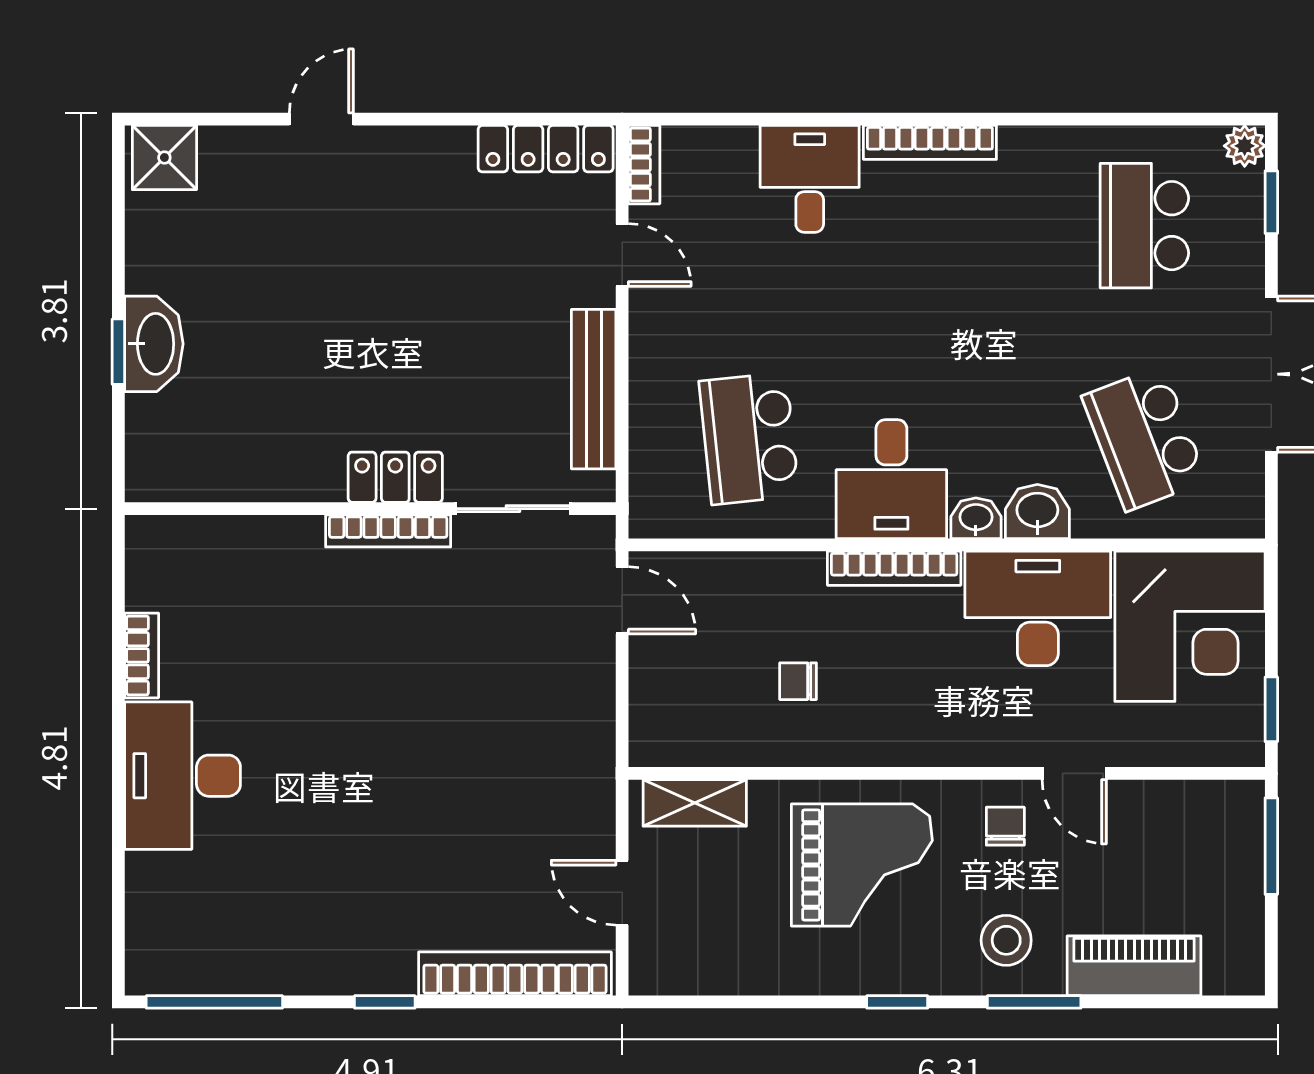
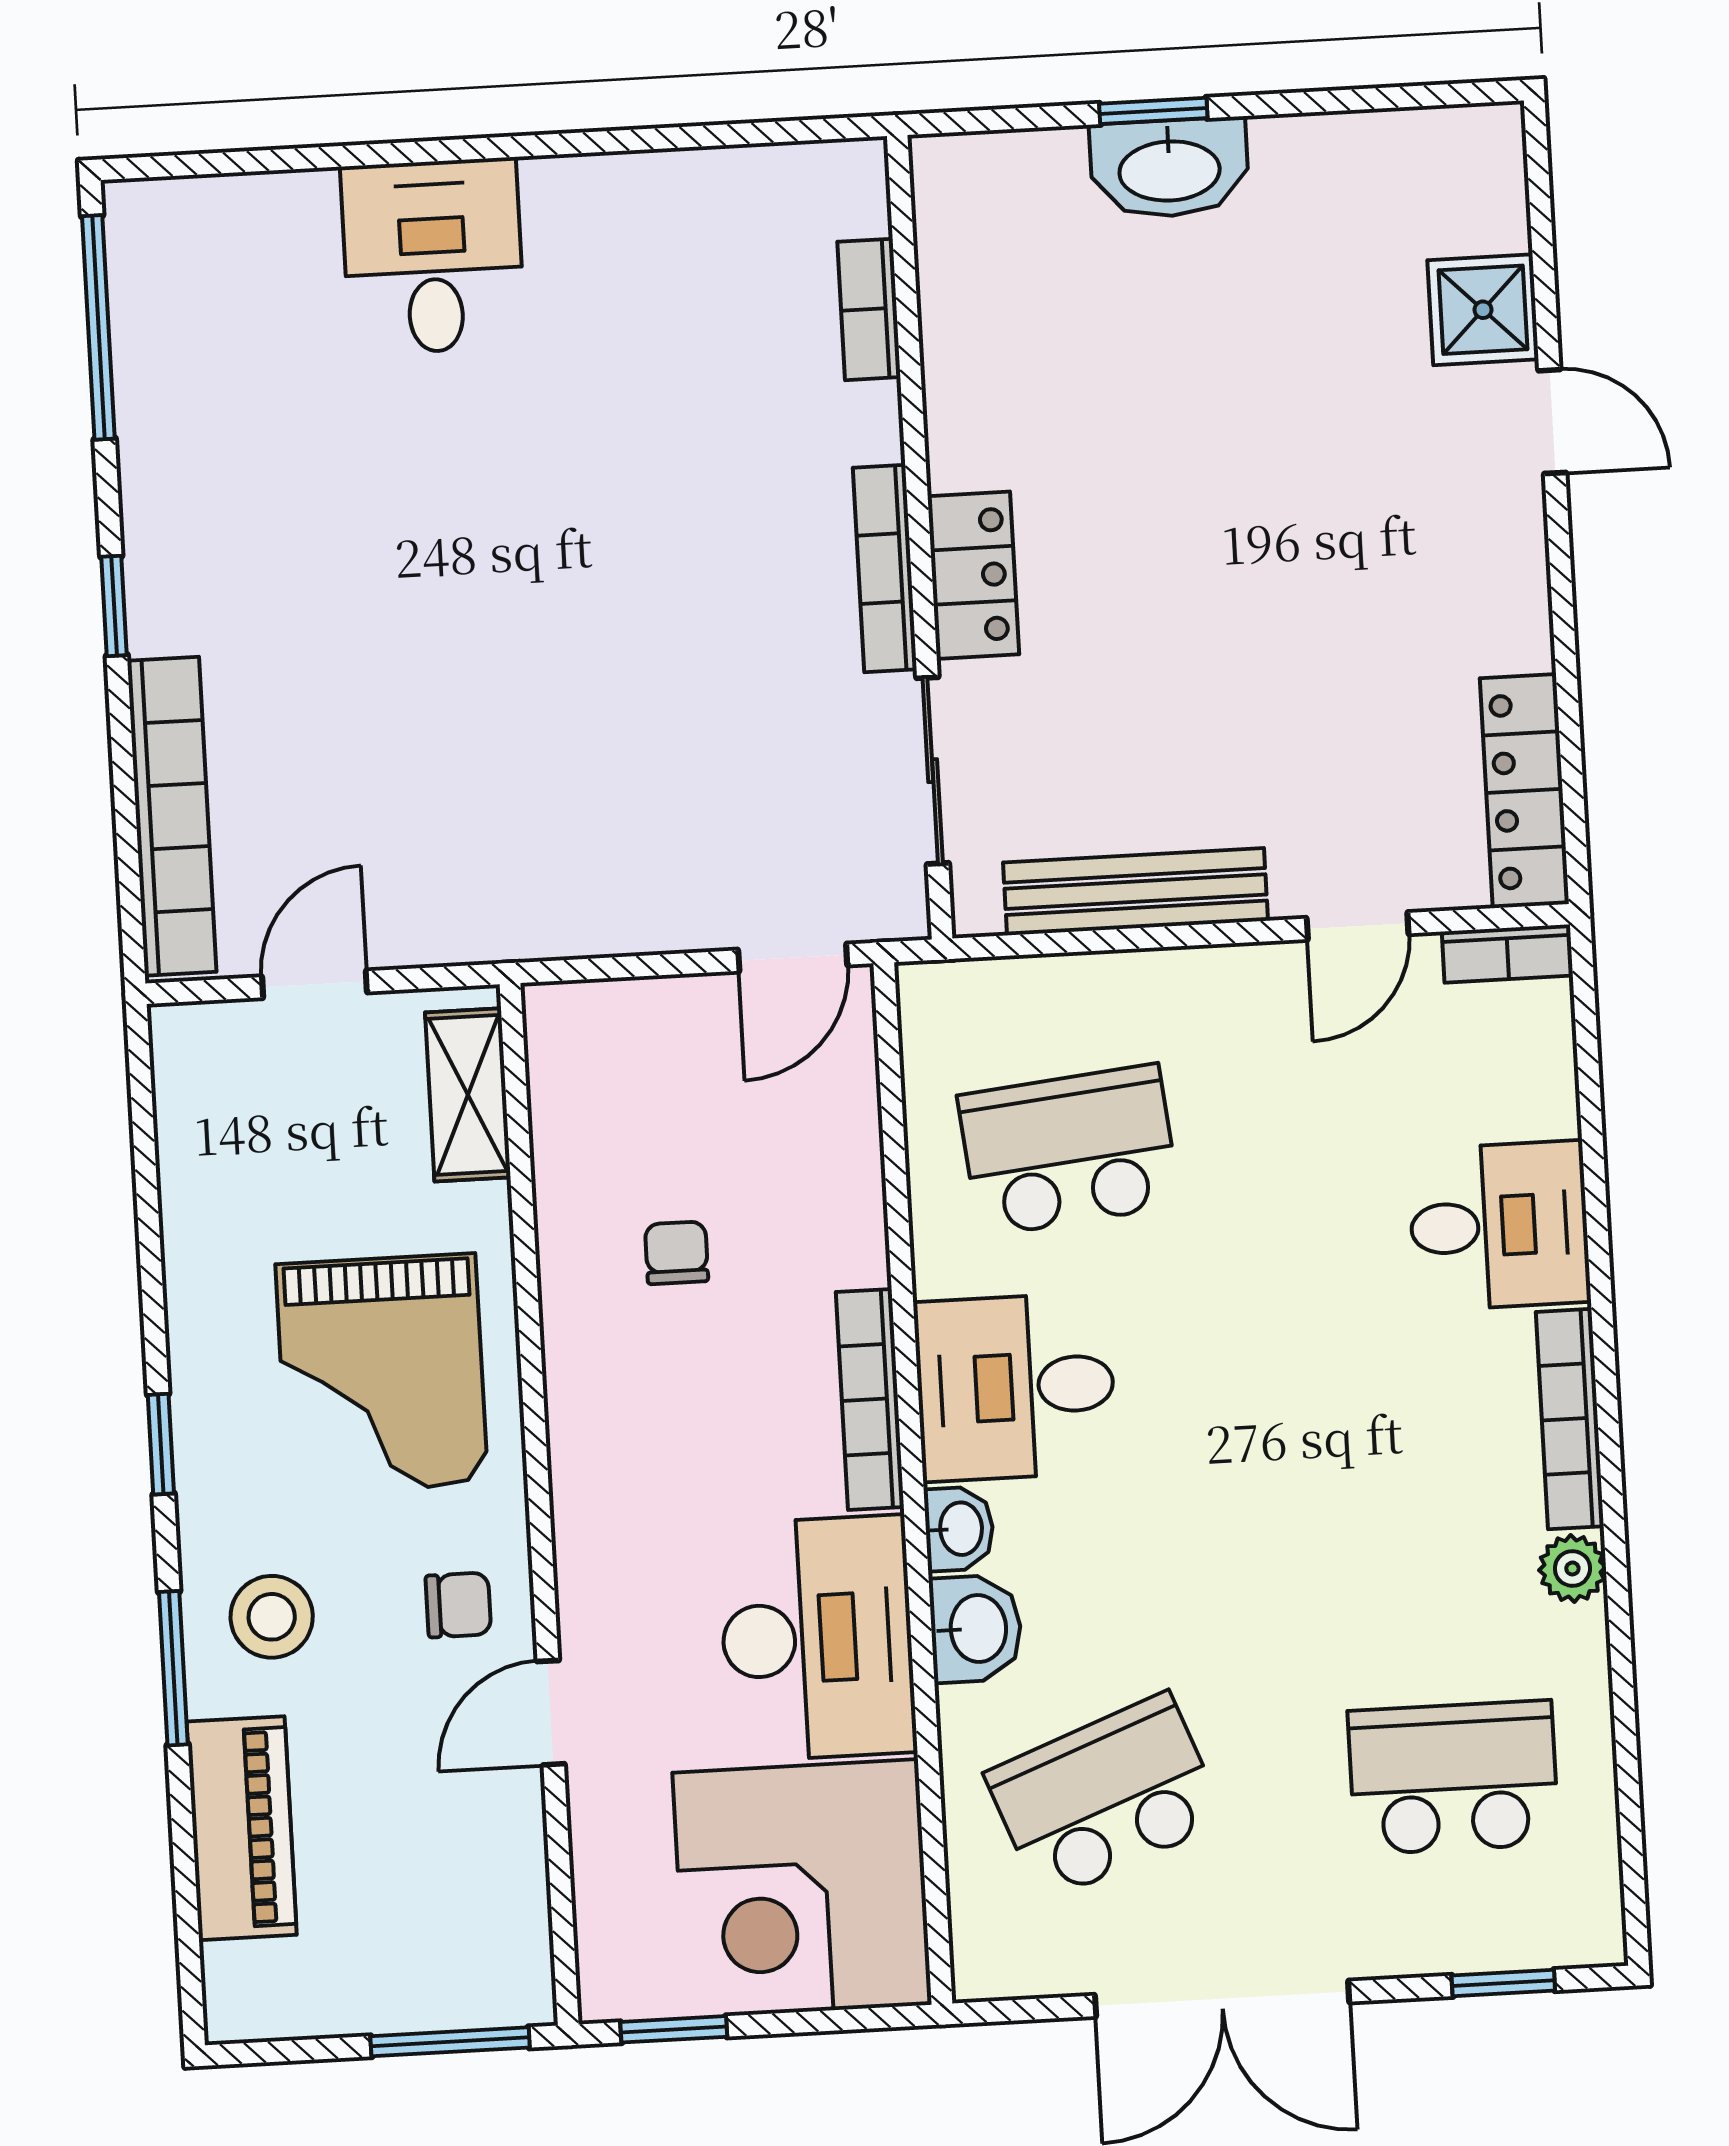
plant: (1245, 146) -> (1572, 1568), moved
shower: (164, 158) -> (1483, 310), moved
bookcase: (142, 655) -> (869, 309), moved, turned 90
desk: (183, 776) -> (433, 256), width x0.73

